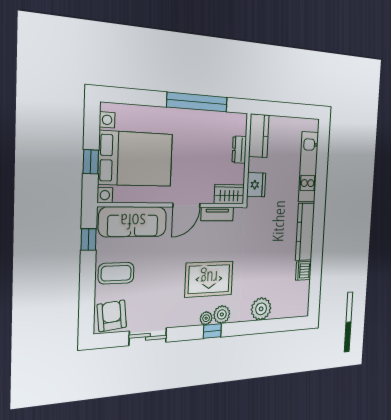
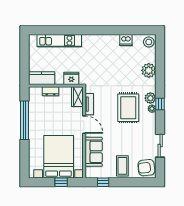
sofa: (133, 222) -> (94, 152), width x0.73
kitchen counter: (305, 232) -> (101, 40), removed
stool: (299, 306) -> (149, 42), added

